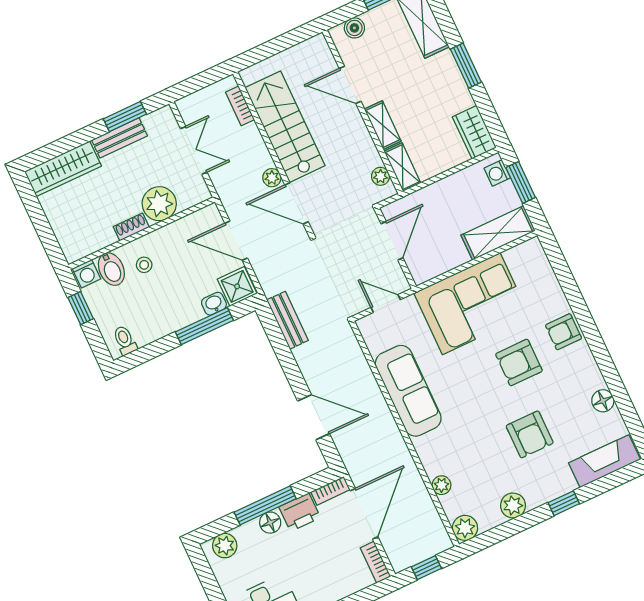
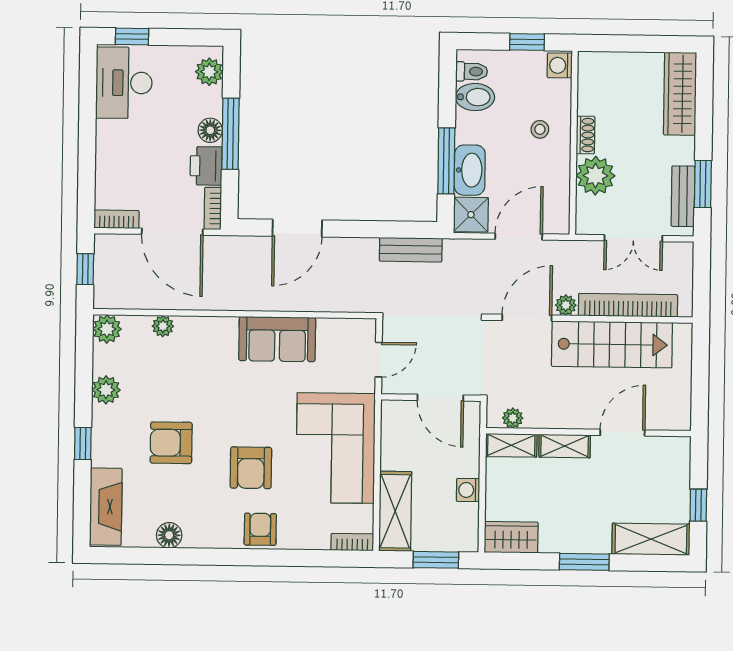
boiler: (354, 28) -> (679, 466), removed
bookcase: (240, 106) -> (628, 305), width x2.31, depth x1.31
bench: (119, 138) -> (683, 196), moved
washing machine: (497, 173) -> (468, 490), moved, turned -90
bookcase: (539, 255) -> (352, 542), added
bidet: (111, 269) -> (475, 97), moved, turned 180
washbasin: (214, 304) -> (470, 170), width x1.91, depth x1.45
armchair: (519, 362) -> (251, 468), turned 180
sofa: (408, 391) -> (277, 339), width x0.73

